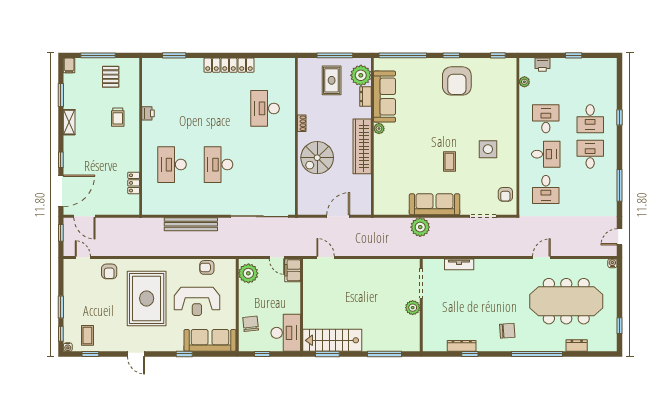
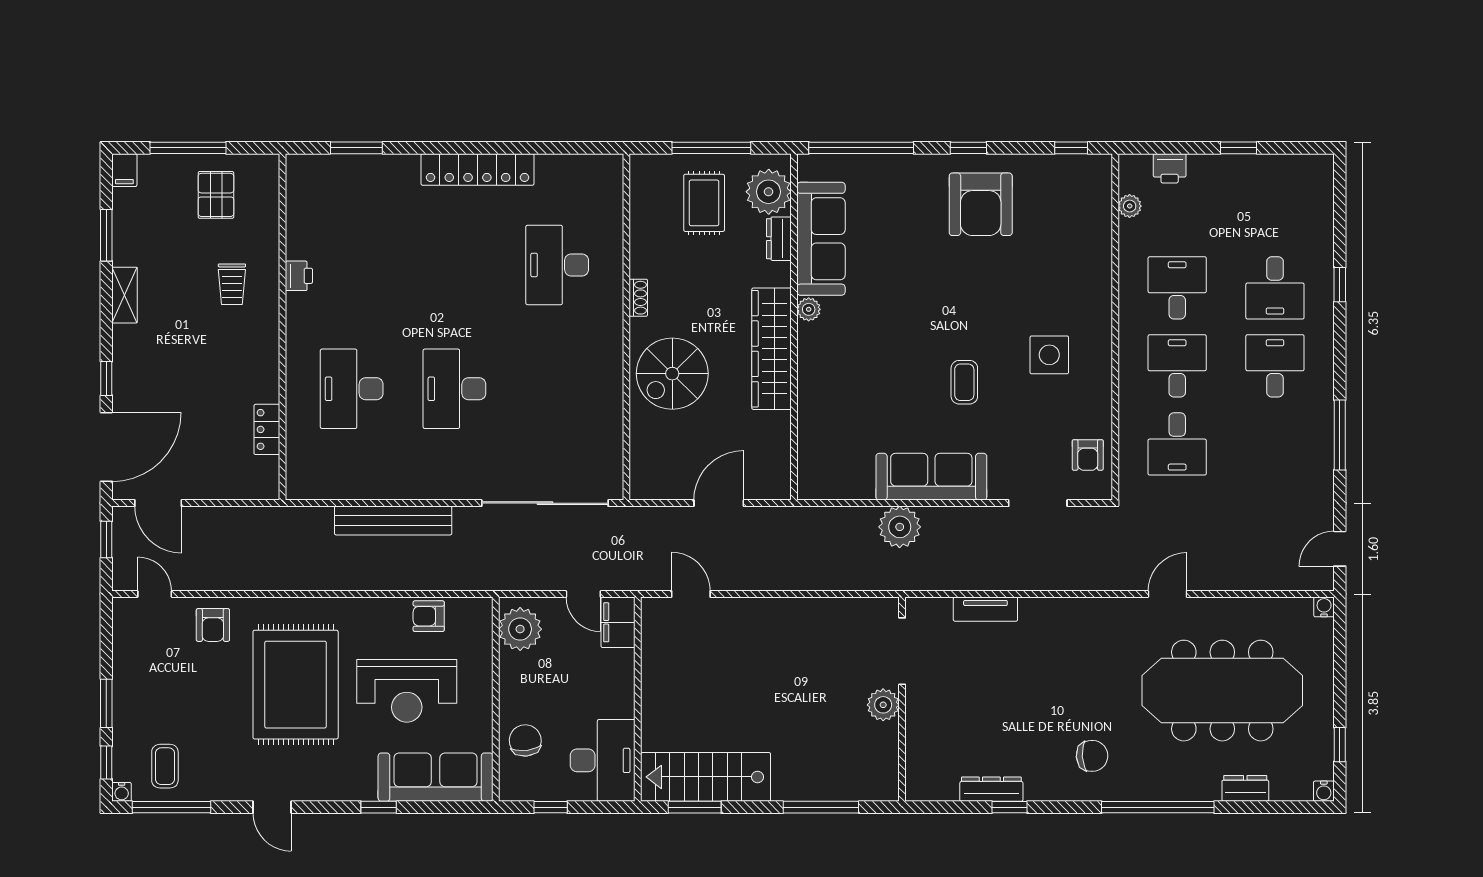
desk: (546, 154) -> (1177, 366), turned -90
water cooler: (612, 347) -> (1324, 791), added
window: (90, 354) -> (171, 807), width x2.17

